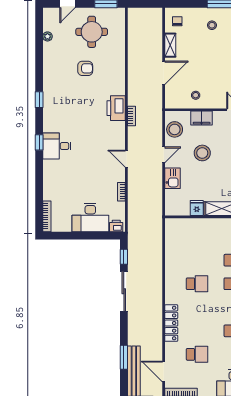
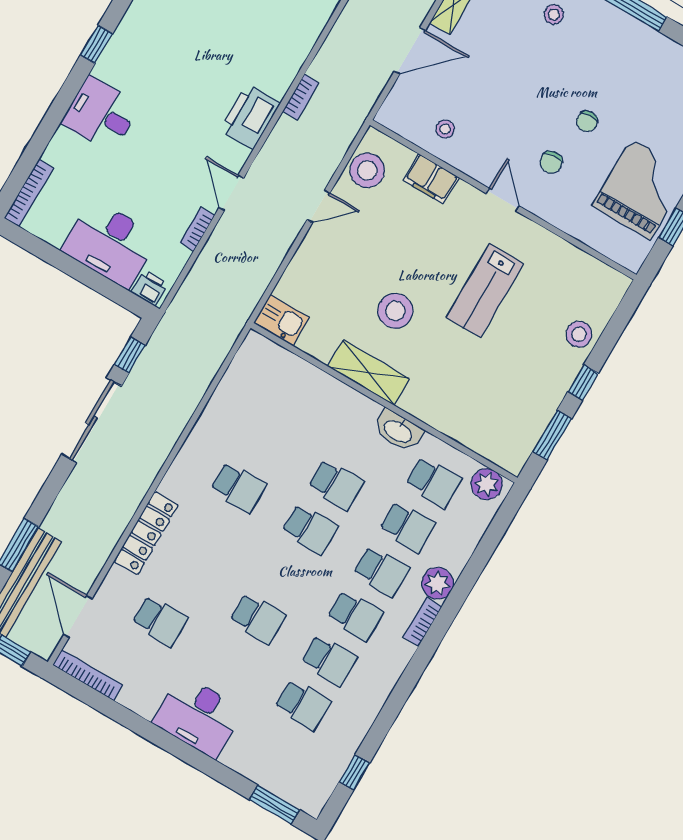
printer: (116, 108) -> (250, 117), moved
desk: (57, 146) -> (101, 114), moved
stool: (202, 153) -> (395, 311), moved
door: (126, 159) -> (231, 193), moved
kitchen sink: (173, 178) -> (281, 320), moved, turned -90
fridge: (197, 208) -> (322, 344), removed

